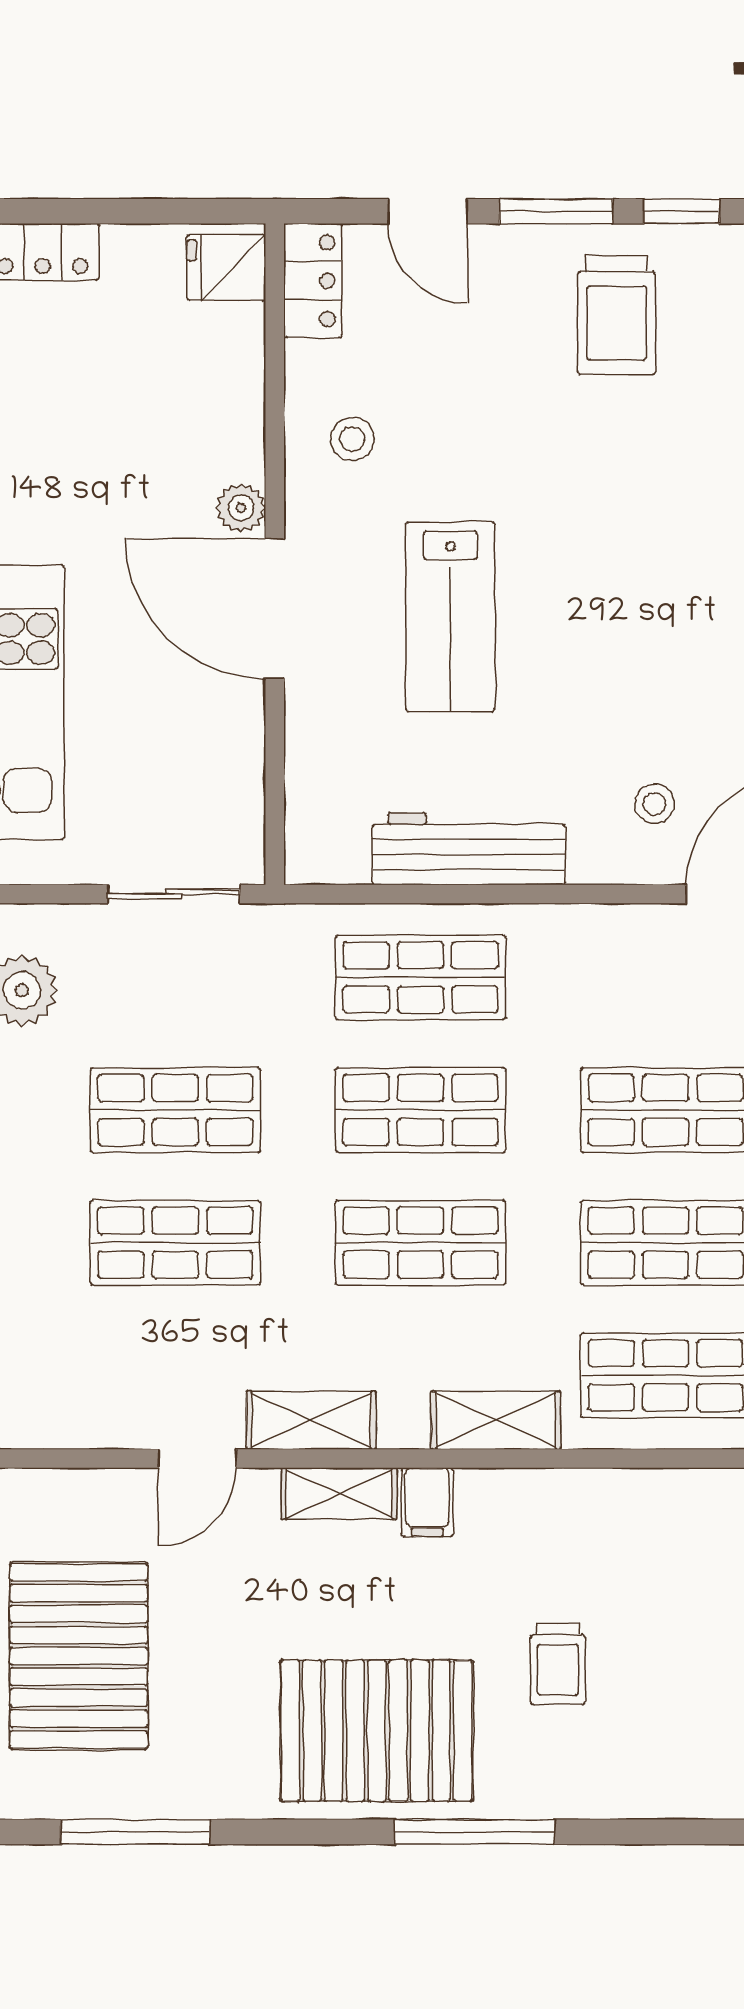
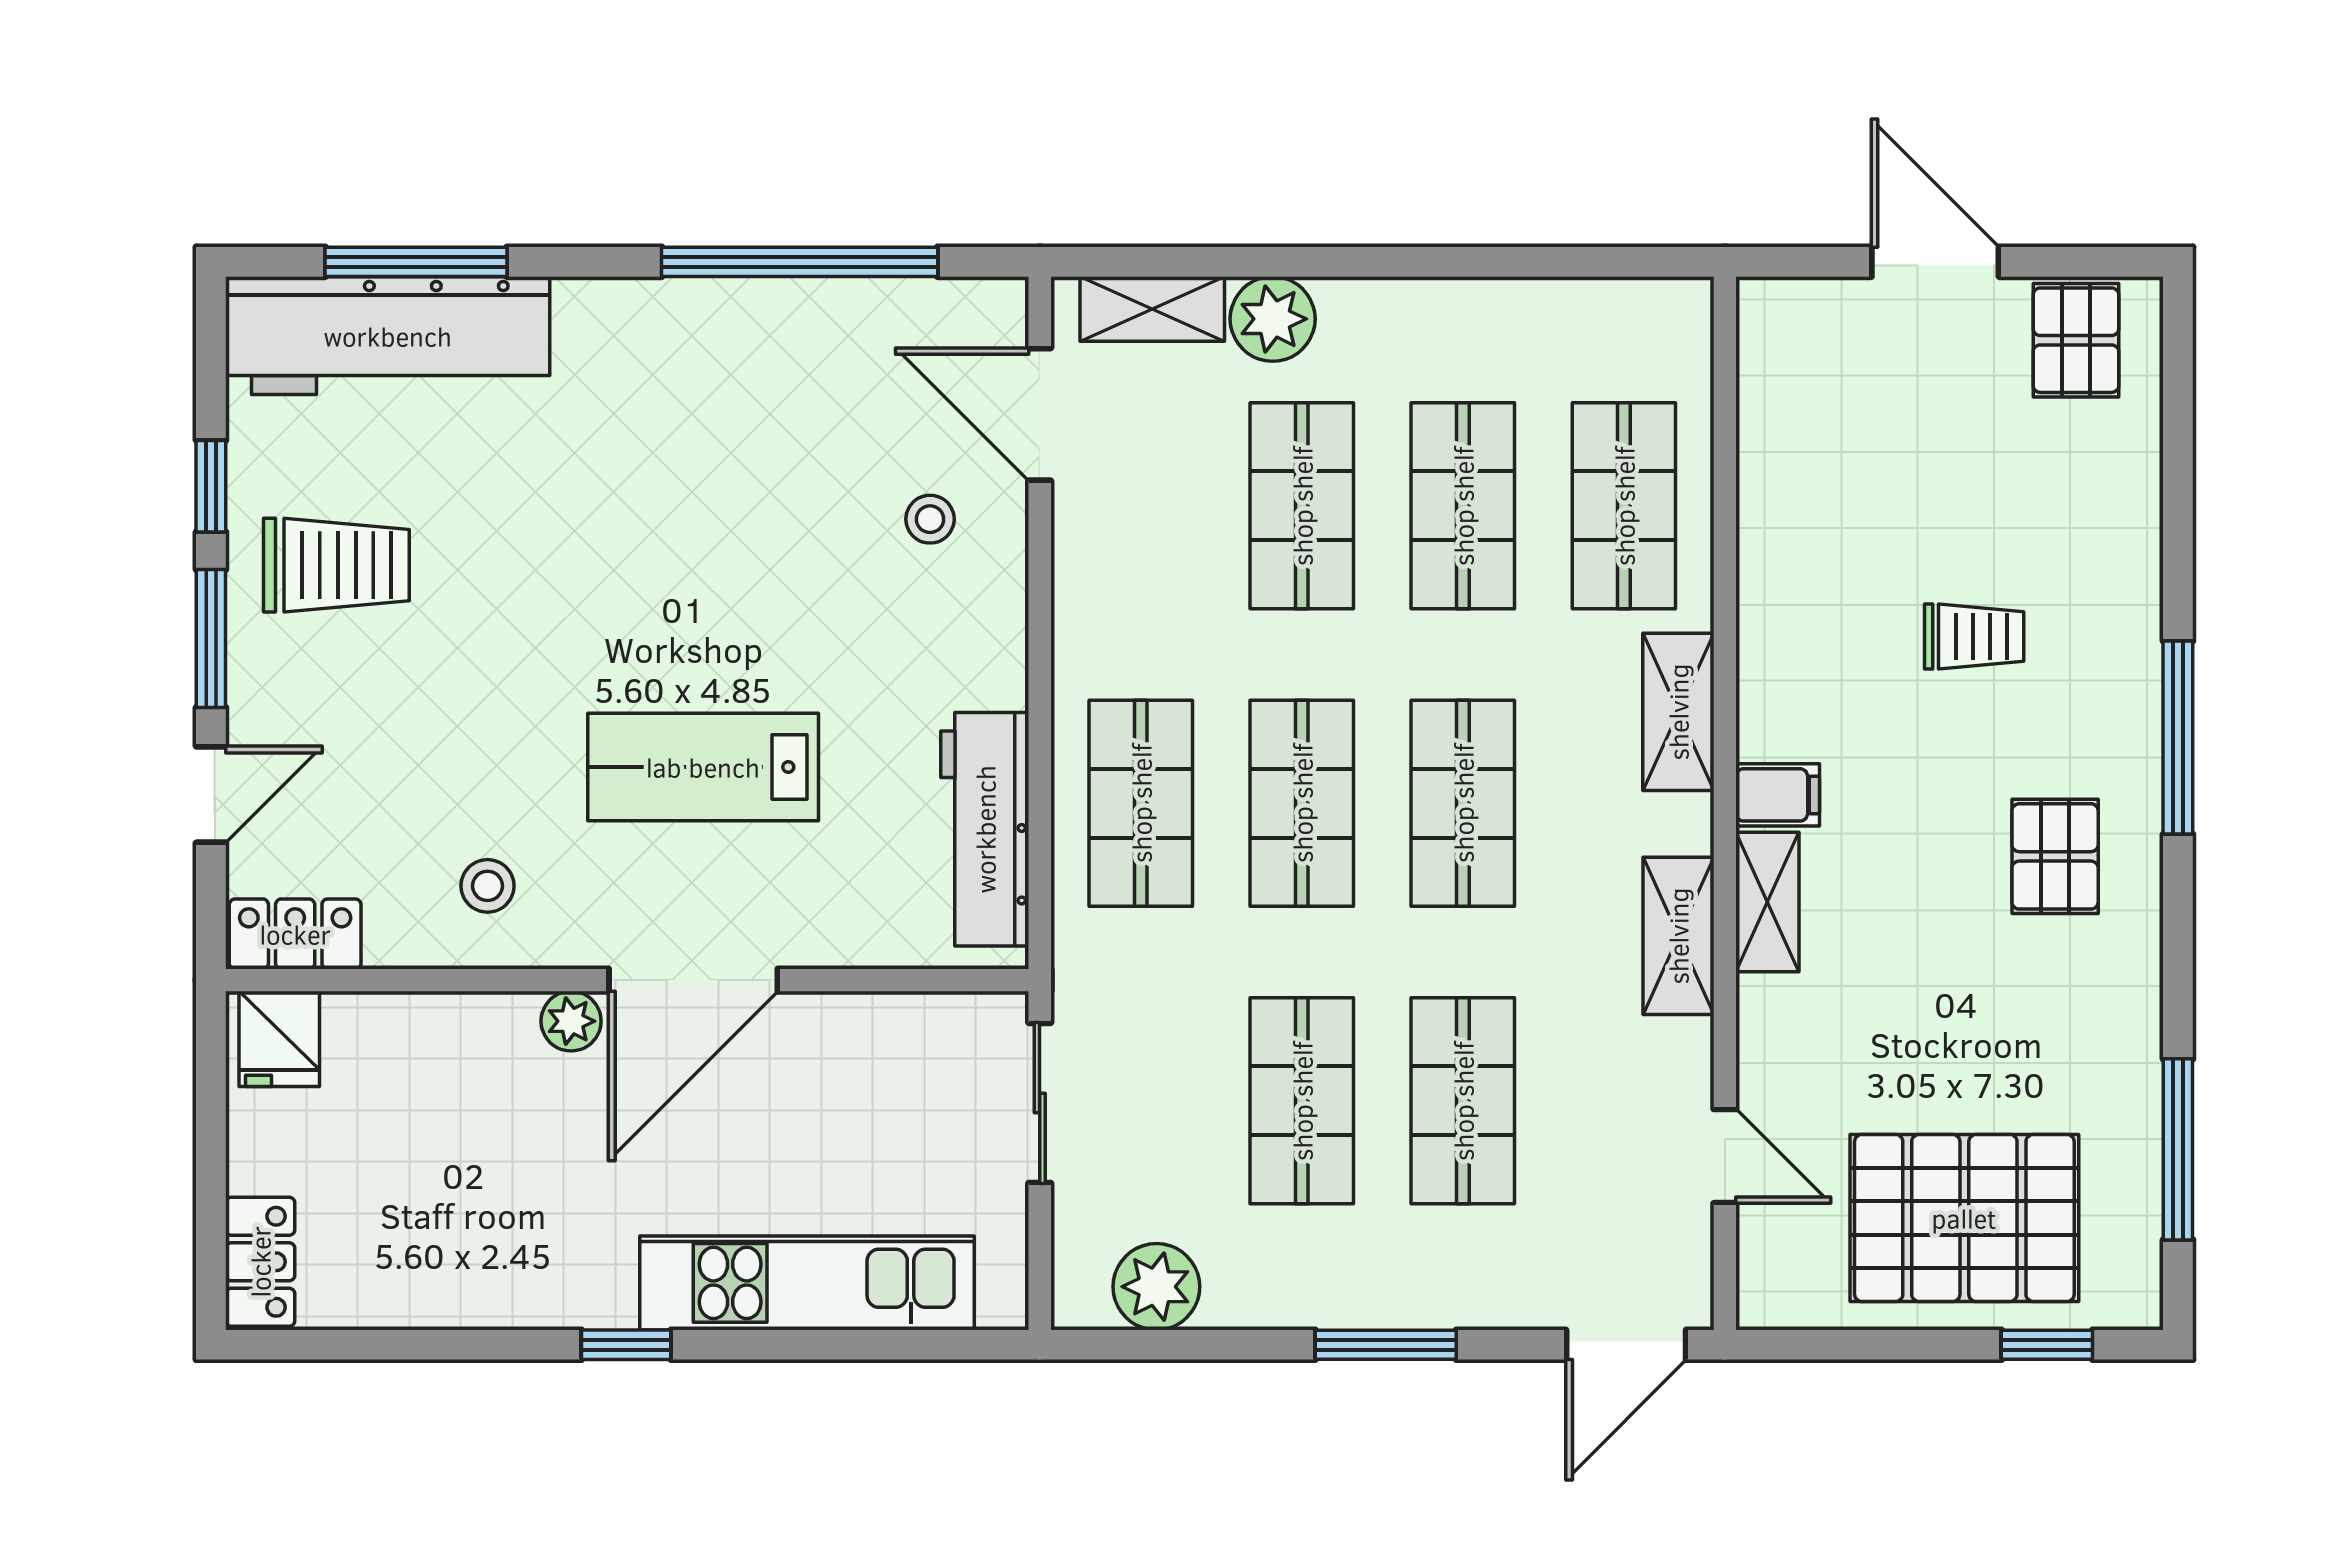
lab bench: (450, 617) -> (703, 767), turned 180
workbench: (469, 849) -> (985, 829), moved
door: (197, 1459) -> (1725, 1156), moved
pallet: (377, 1731) -> (2055, 856), width x0.49, depth x0.50

